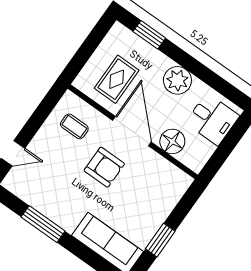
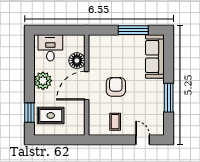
rug: (117, 79) -> (51, 115), moved
coffee table: (74, 126) -> (115, 122), moved
window: (160, 240) -> (133, 30), width x1.44

